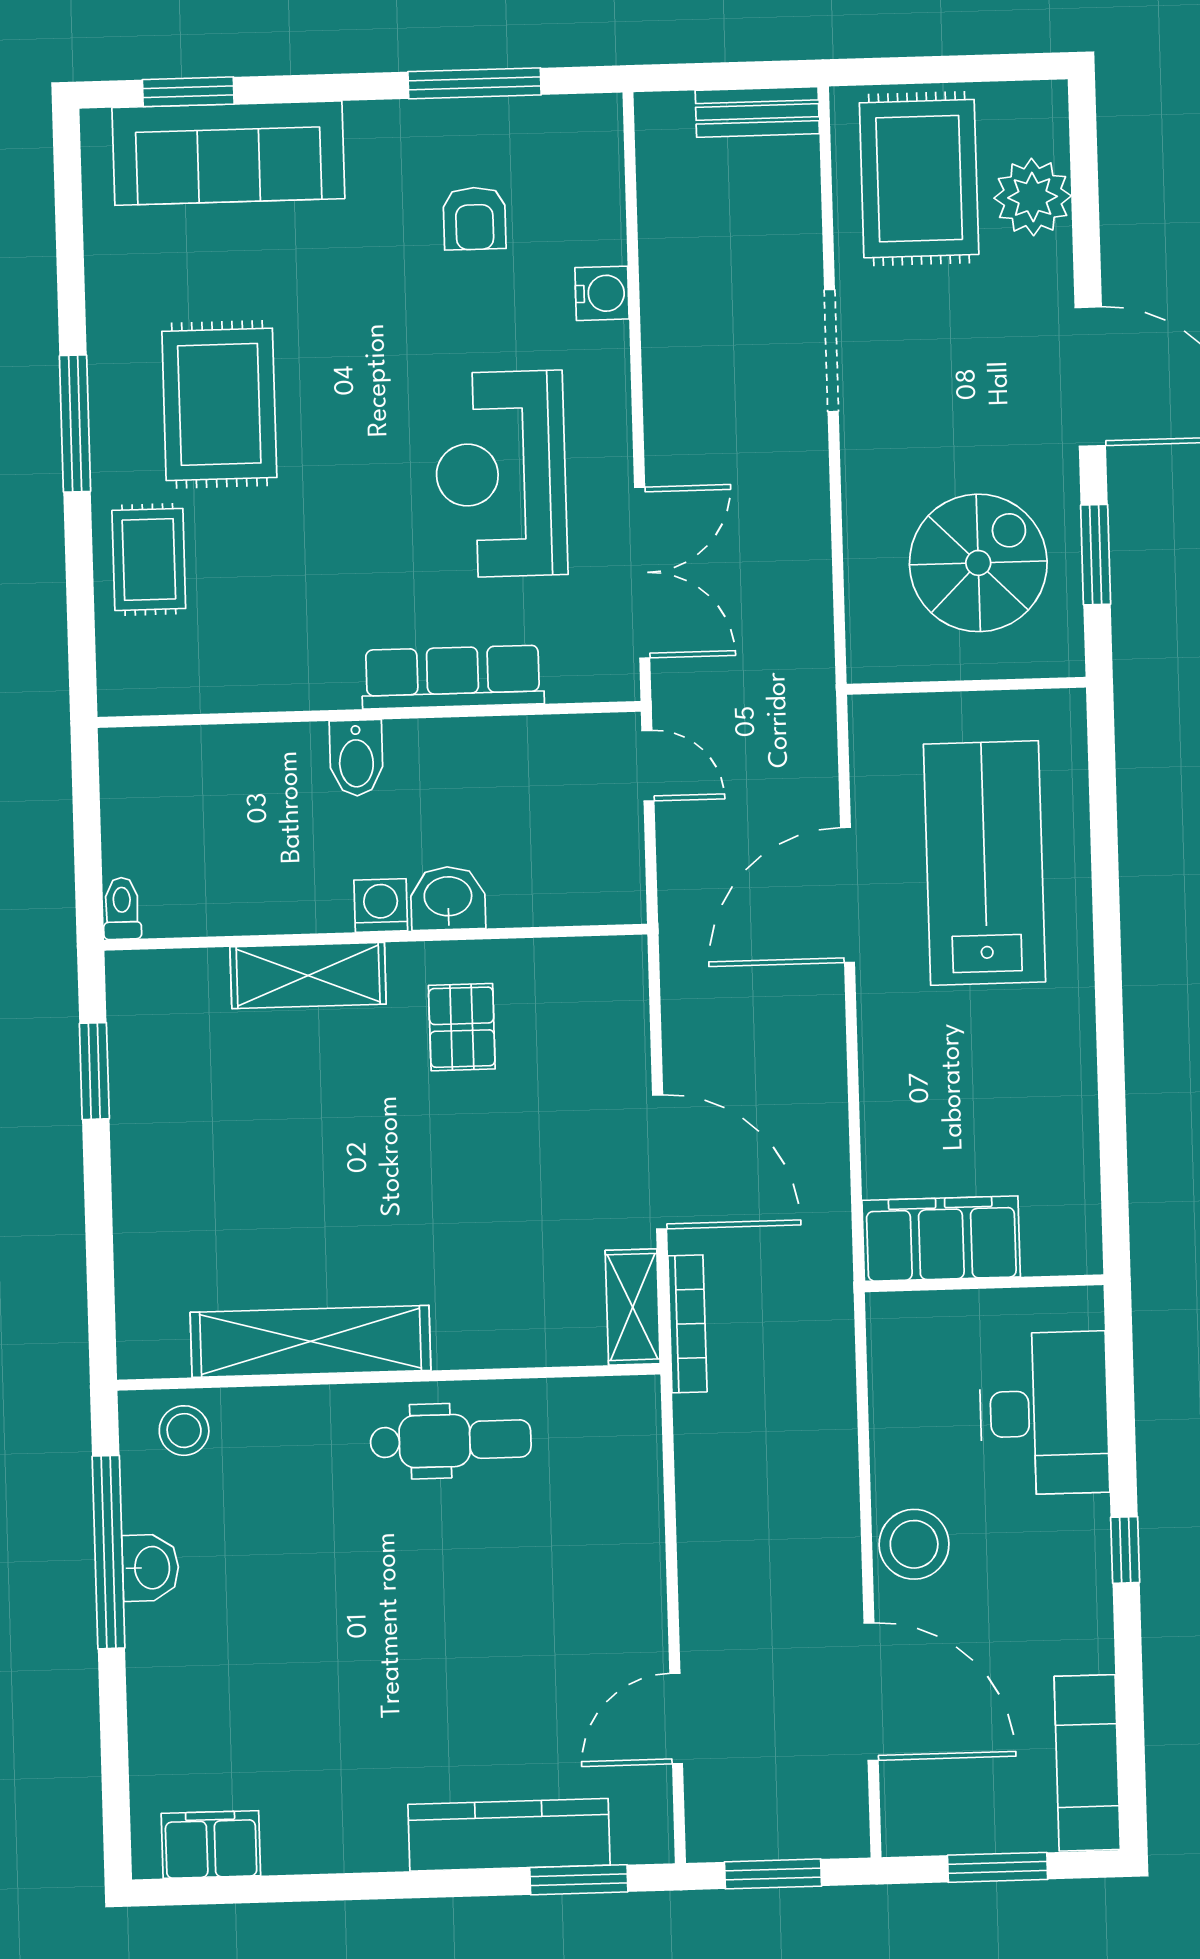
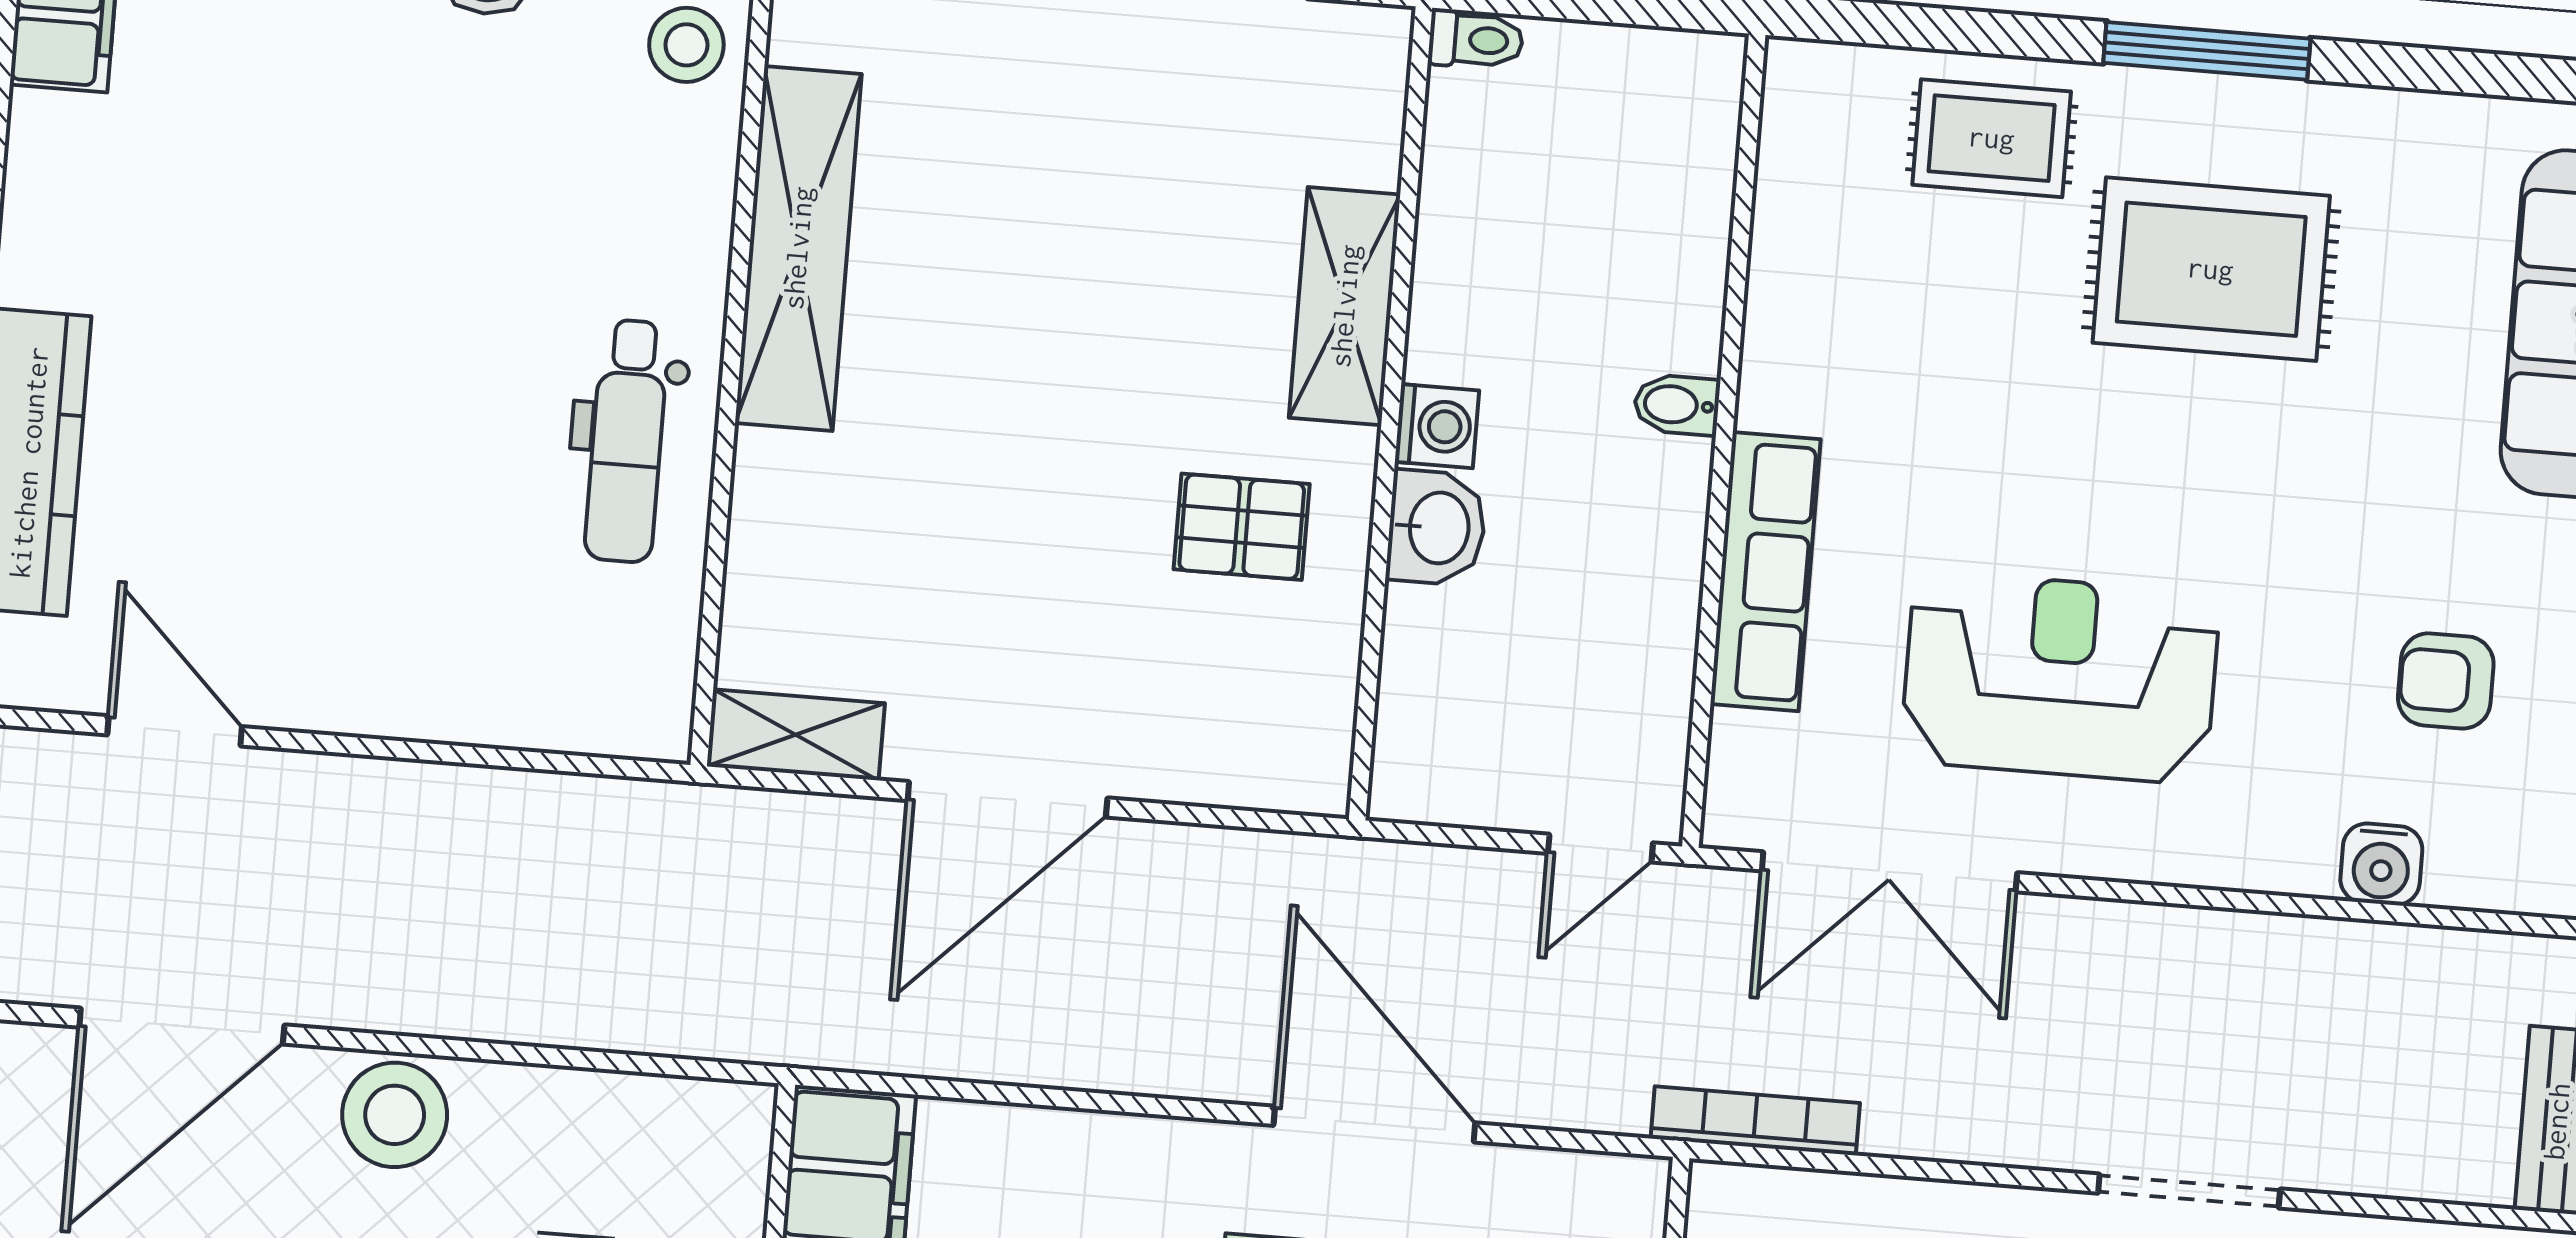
water cooler: (602, 293) -> (2381, 864), moved
bidet: (356, 758) -> (1677, 405), width x0.72, depth x0.74
bookcase: (687, 1324) -> (1755, 1121), moved, turned 180

